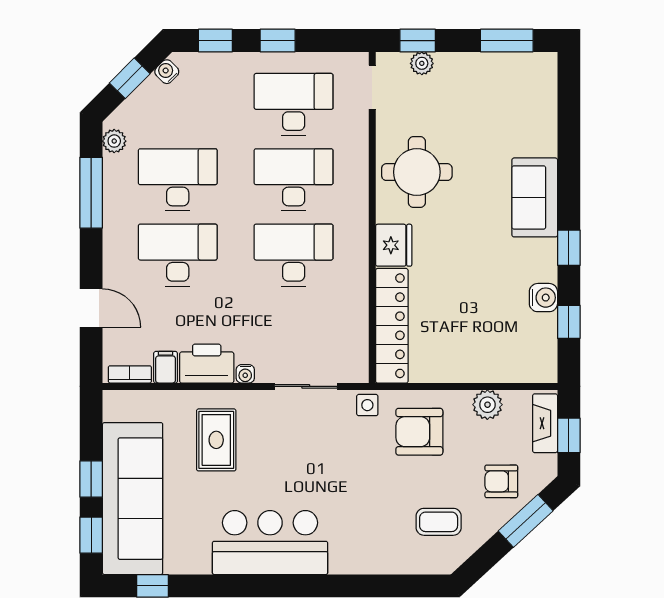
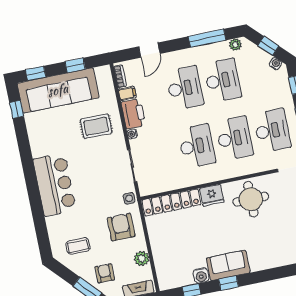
sofa: (535, 197) -> (228, 265), moved
window: (91, 479) -> (75, 65), moved
coffee table: (439, 522) -> (78, 246), turned 90
bar counter: (270, 543) -> (55, 185), moved

